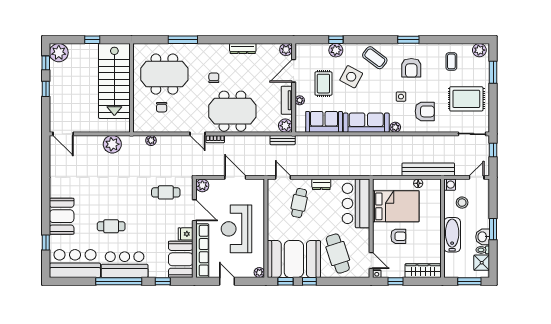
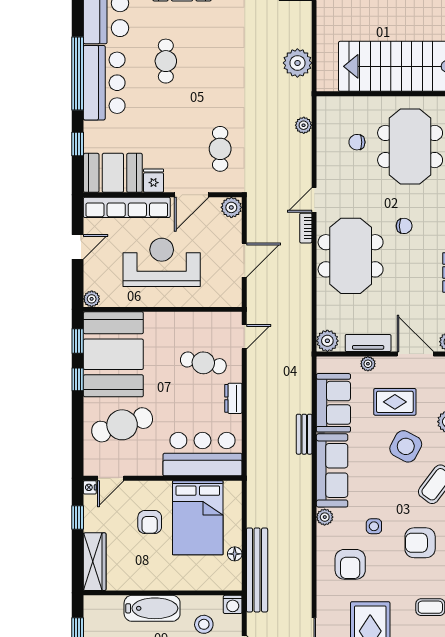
bench: (283, 140) -> (304, 434), moved

